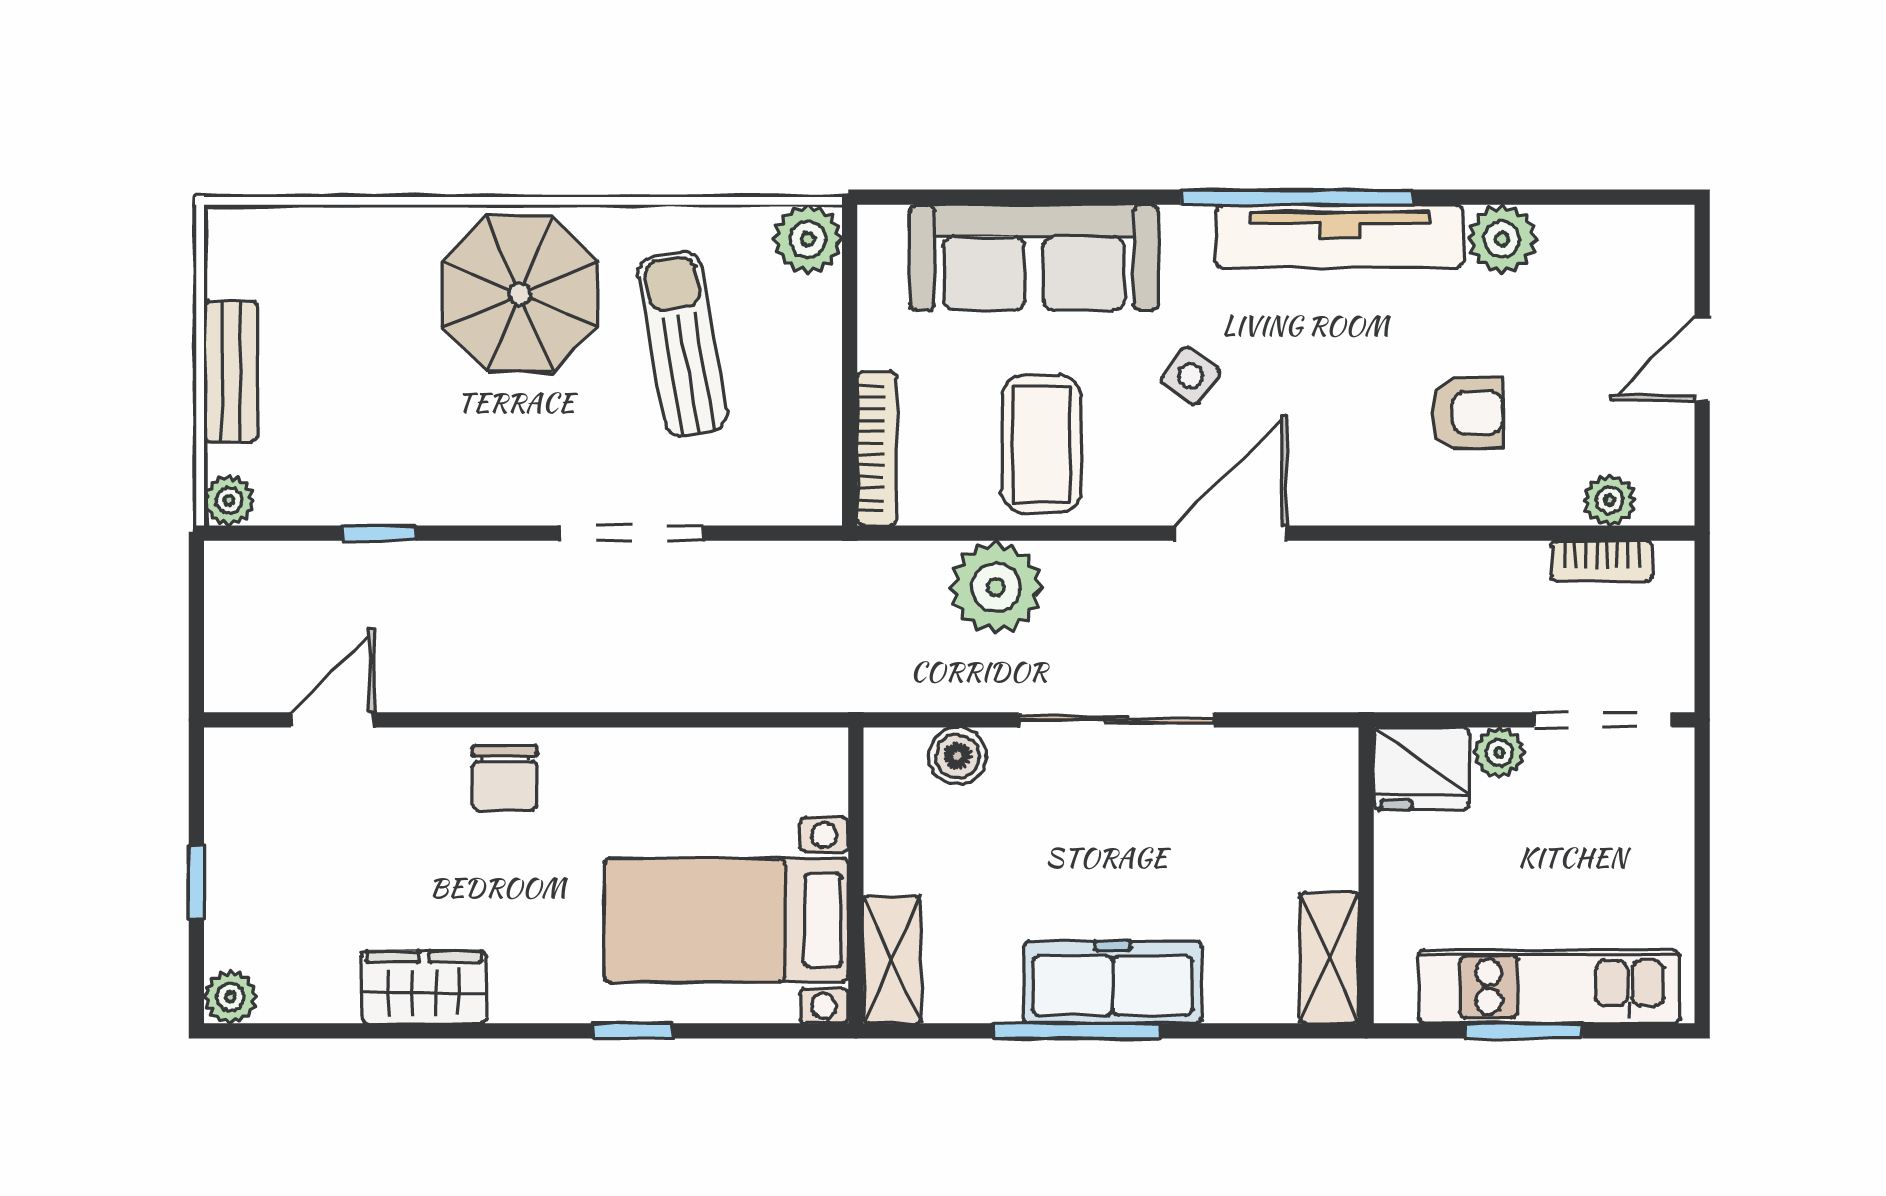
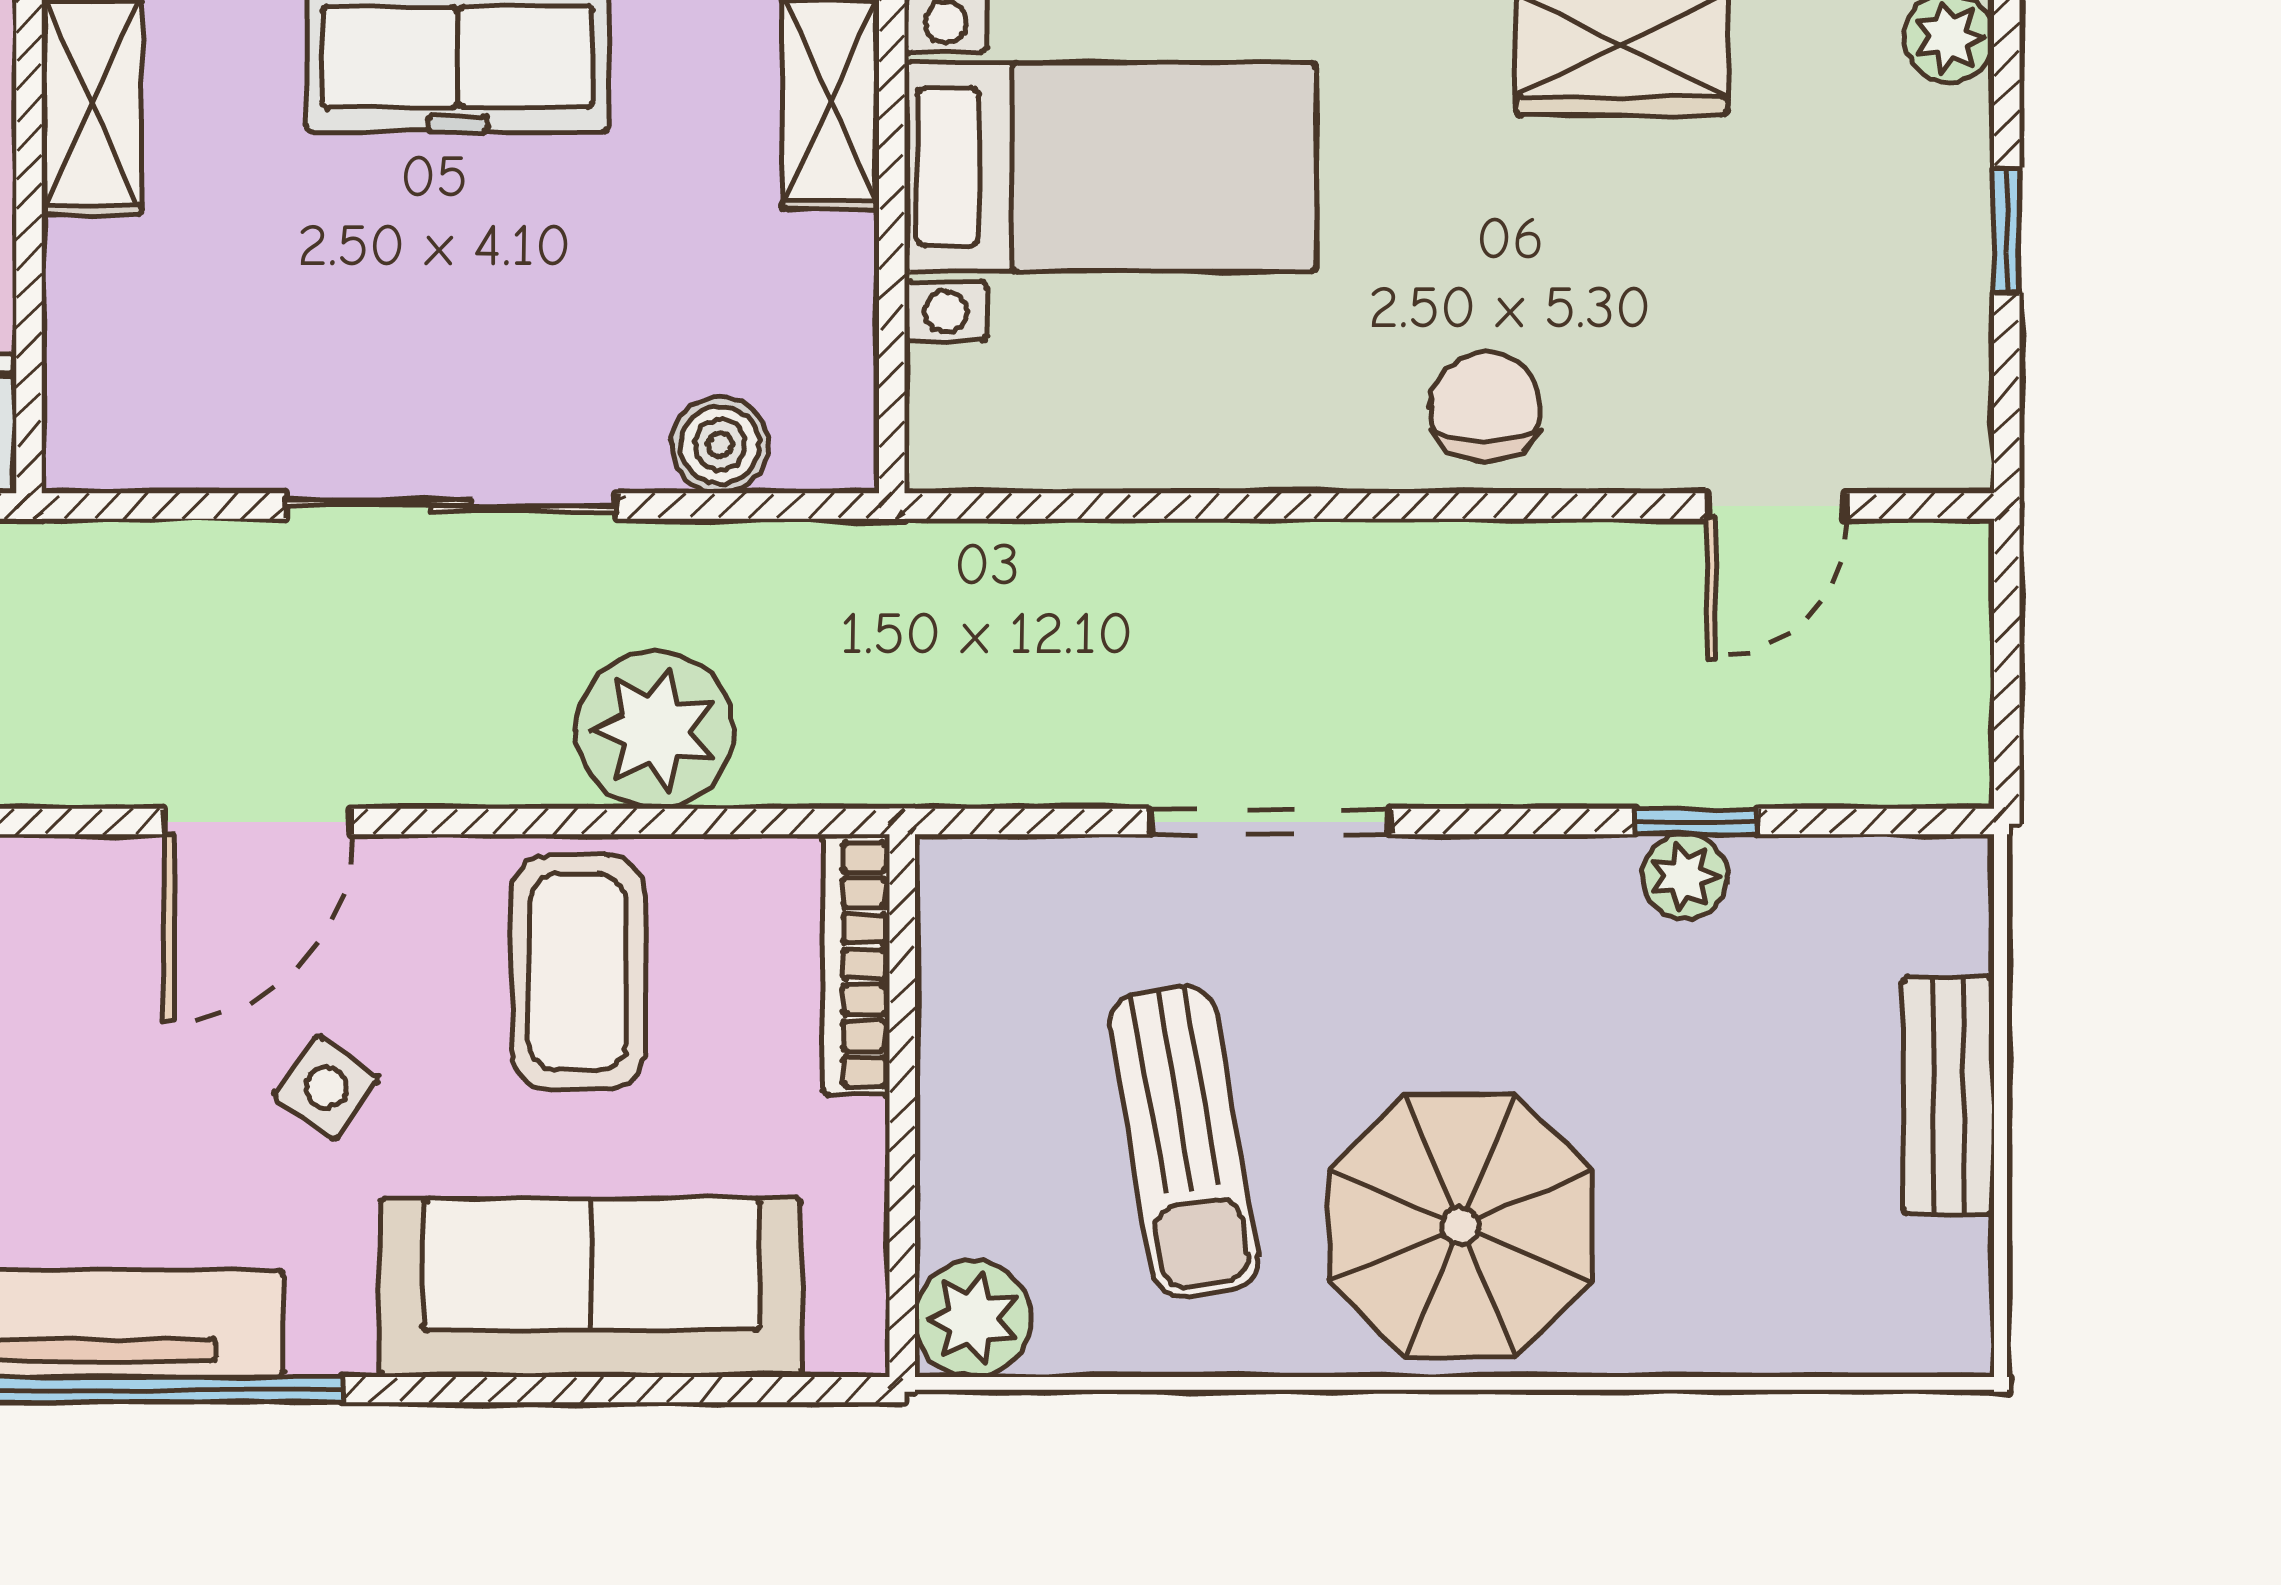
plant: (229, 501) -> (1685, 877), moved

